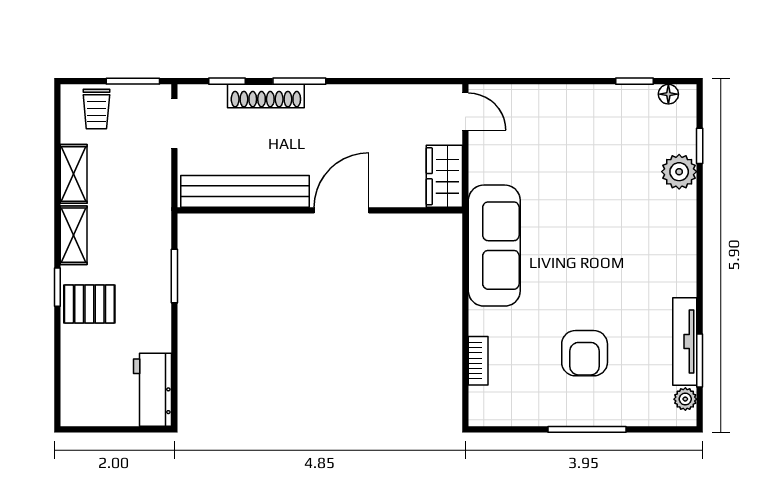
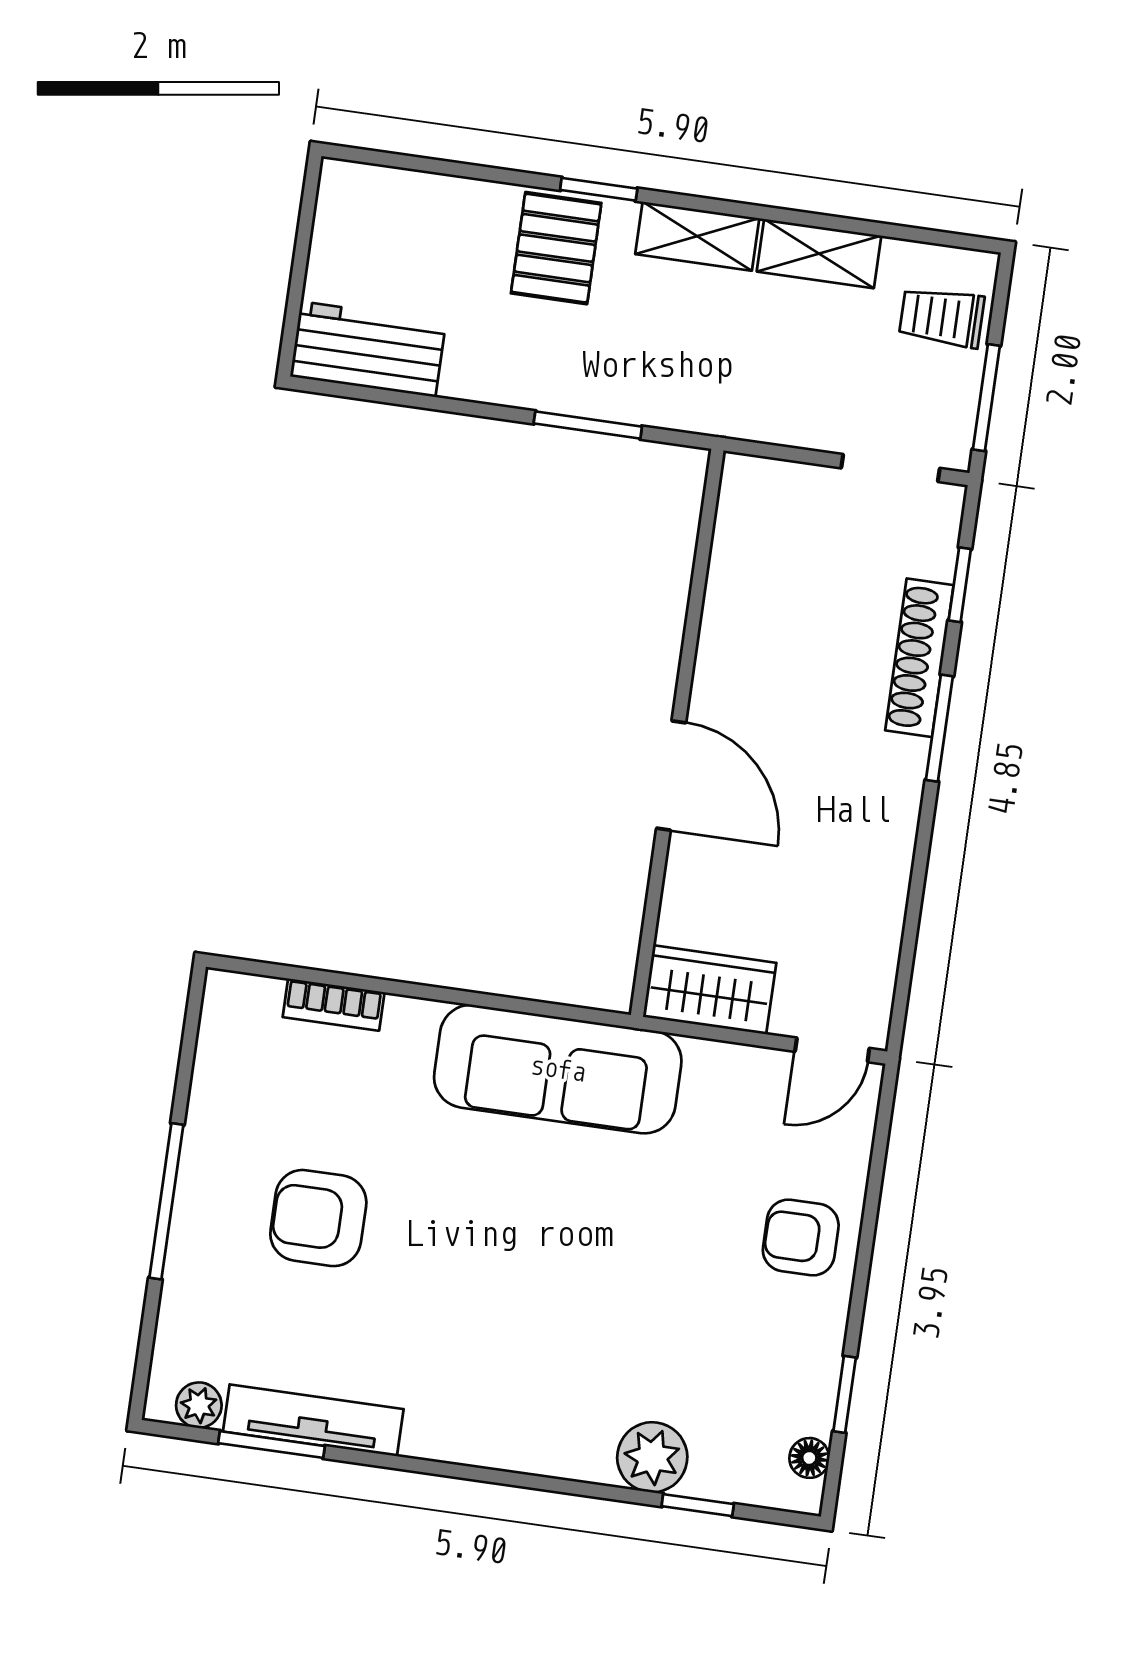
armchair: (560, 114) -> (801, 1237), added
bench: (245, 191) -> (736, 589), removed

